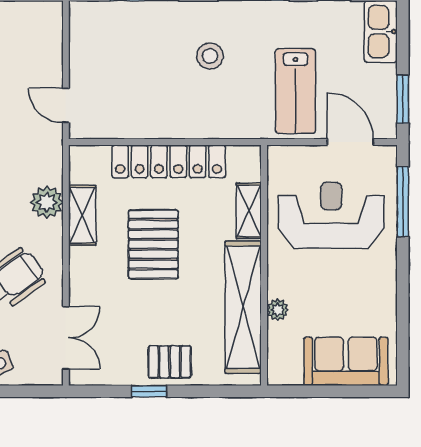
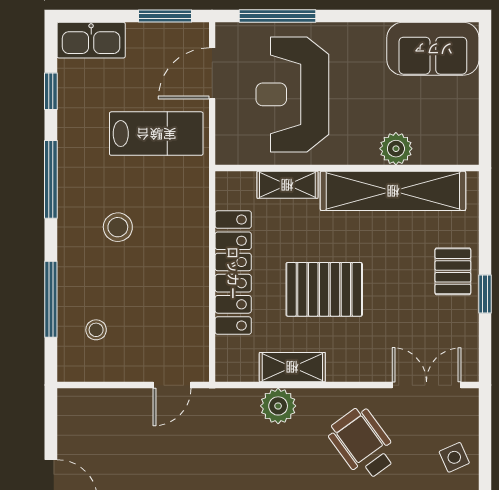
stool: (116, 36) -> (96, 330), added
plant: (278, 310) -> (396, 149), width x1.38, depth x1.38
sofa: (346, 361) -> (433, 49), moved, turned -90

